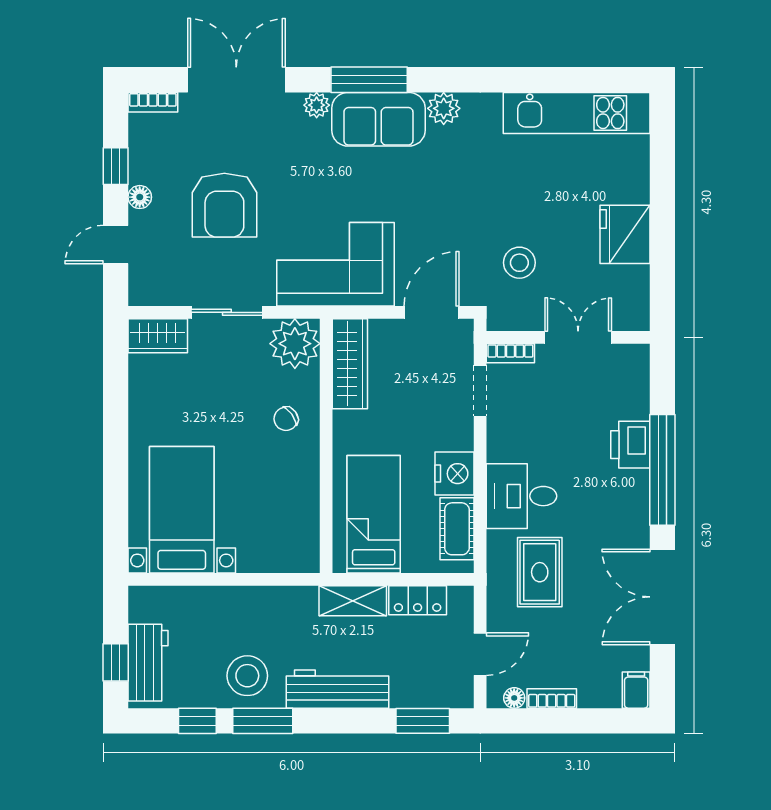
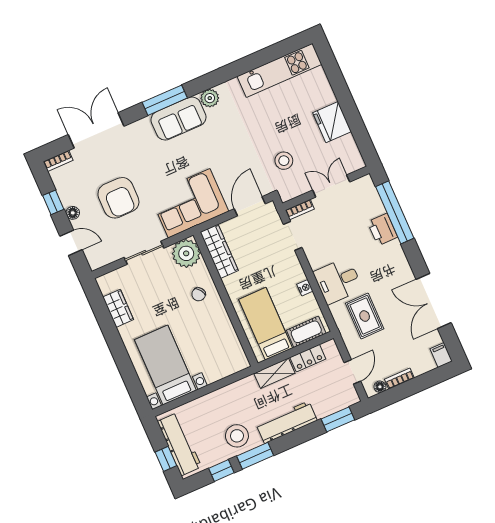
plant: (317, 105) -> (143, 125), removed
door: (116, 245) -> (71, 243), swing flipped
wardrobe: (158, 336) -> (118, 308), moved, turned -90
window: (662, 470) -> (395, 212), moved
nightstand: (454, 474) -> (305, 288), width x0.53, depth x0.56
cot: (457, 529) -> (306, 332), moved, turned 90
workbench: (148, 663) -> (179, 444), width x1.38

